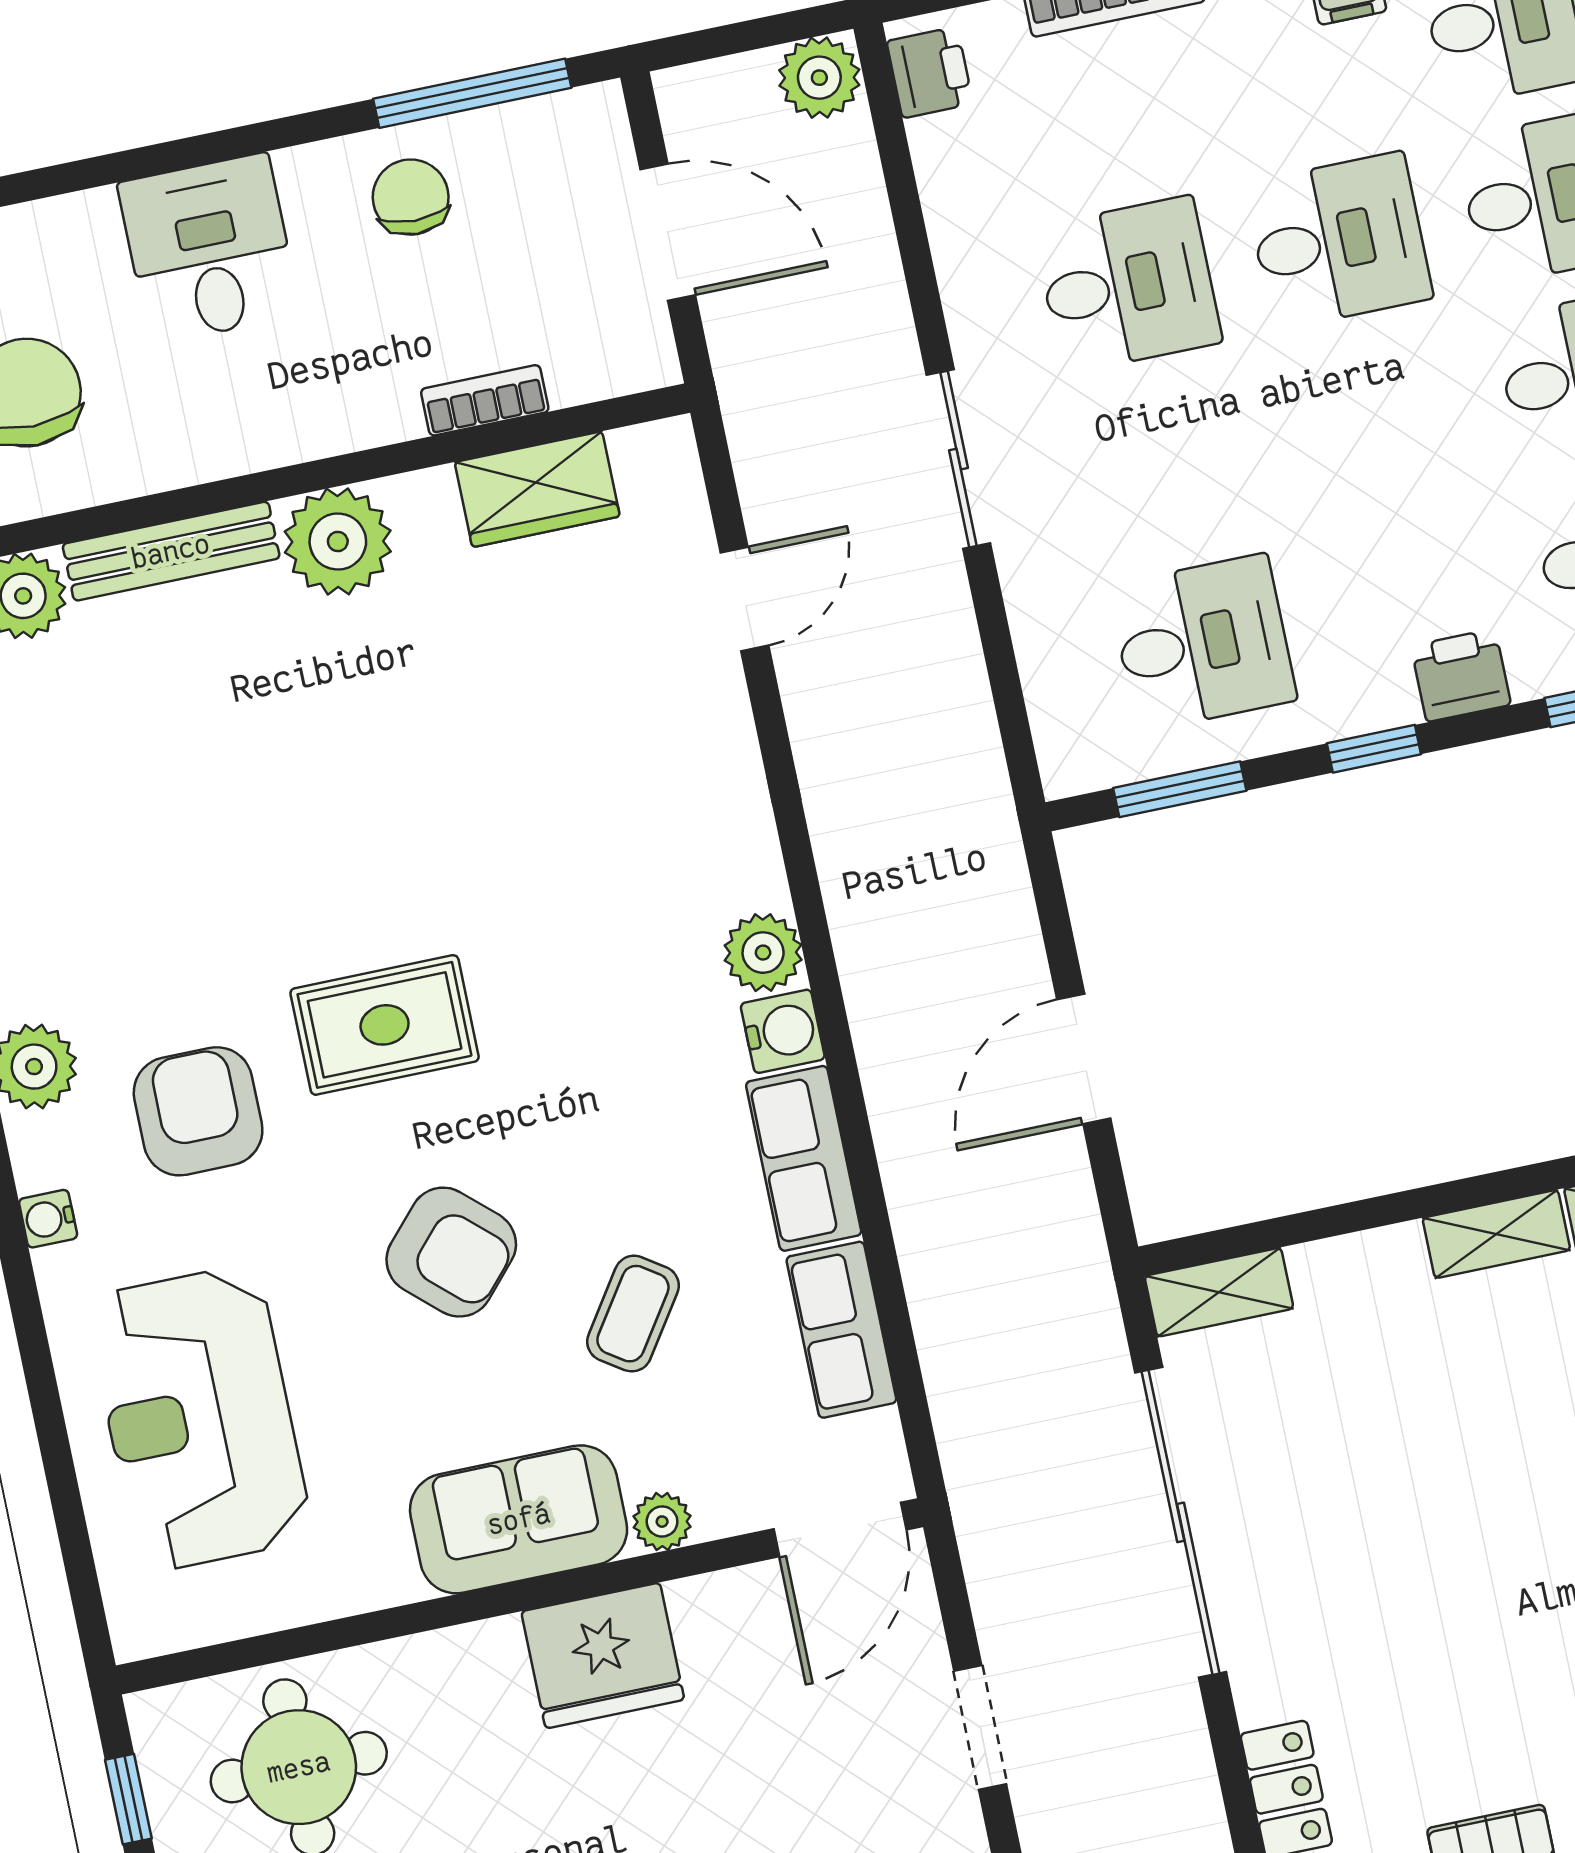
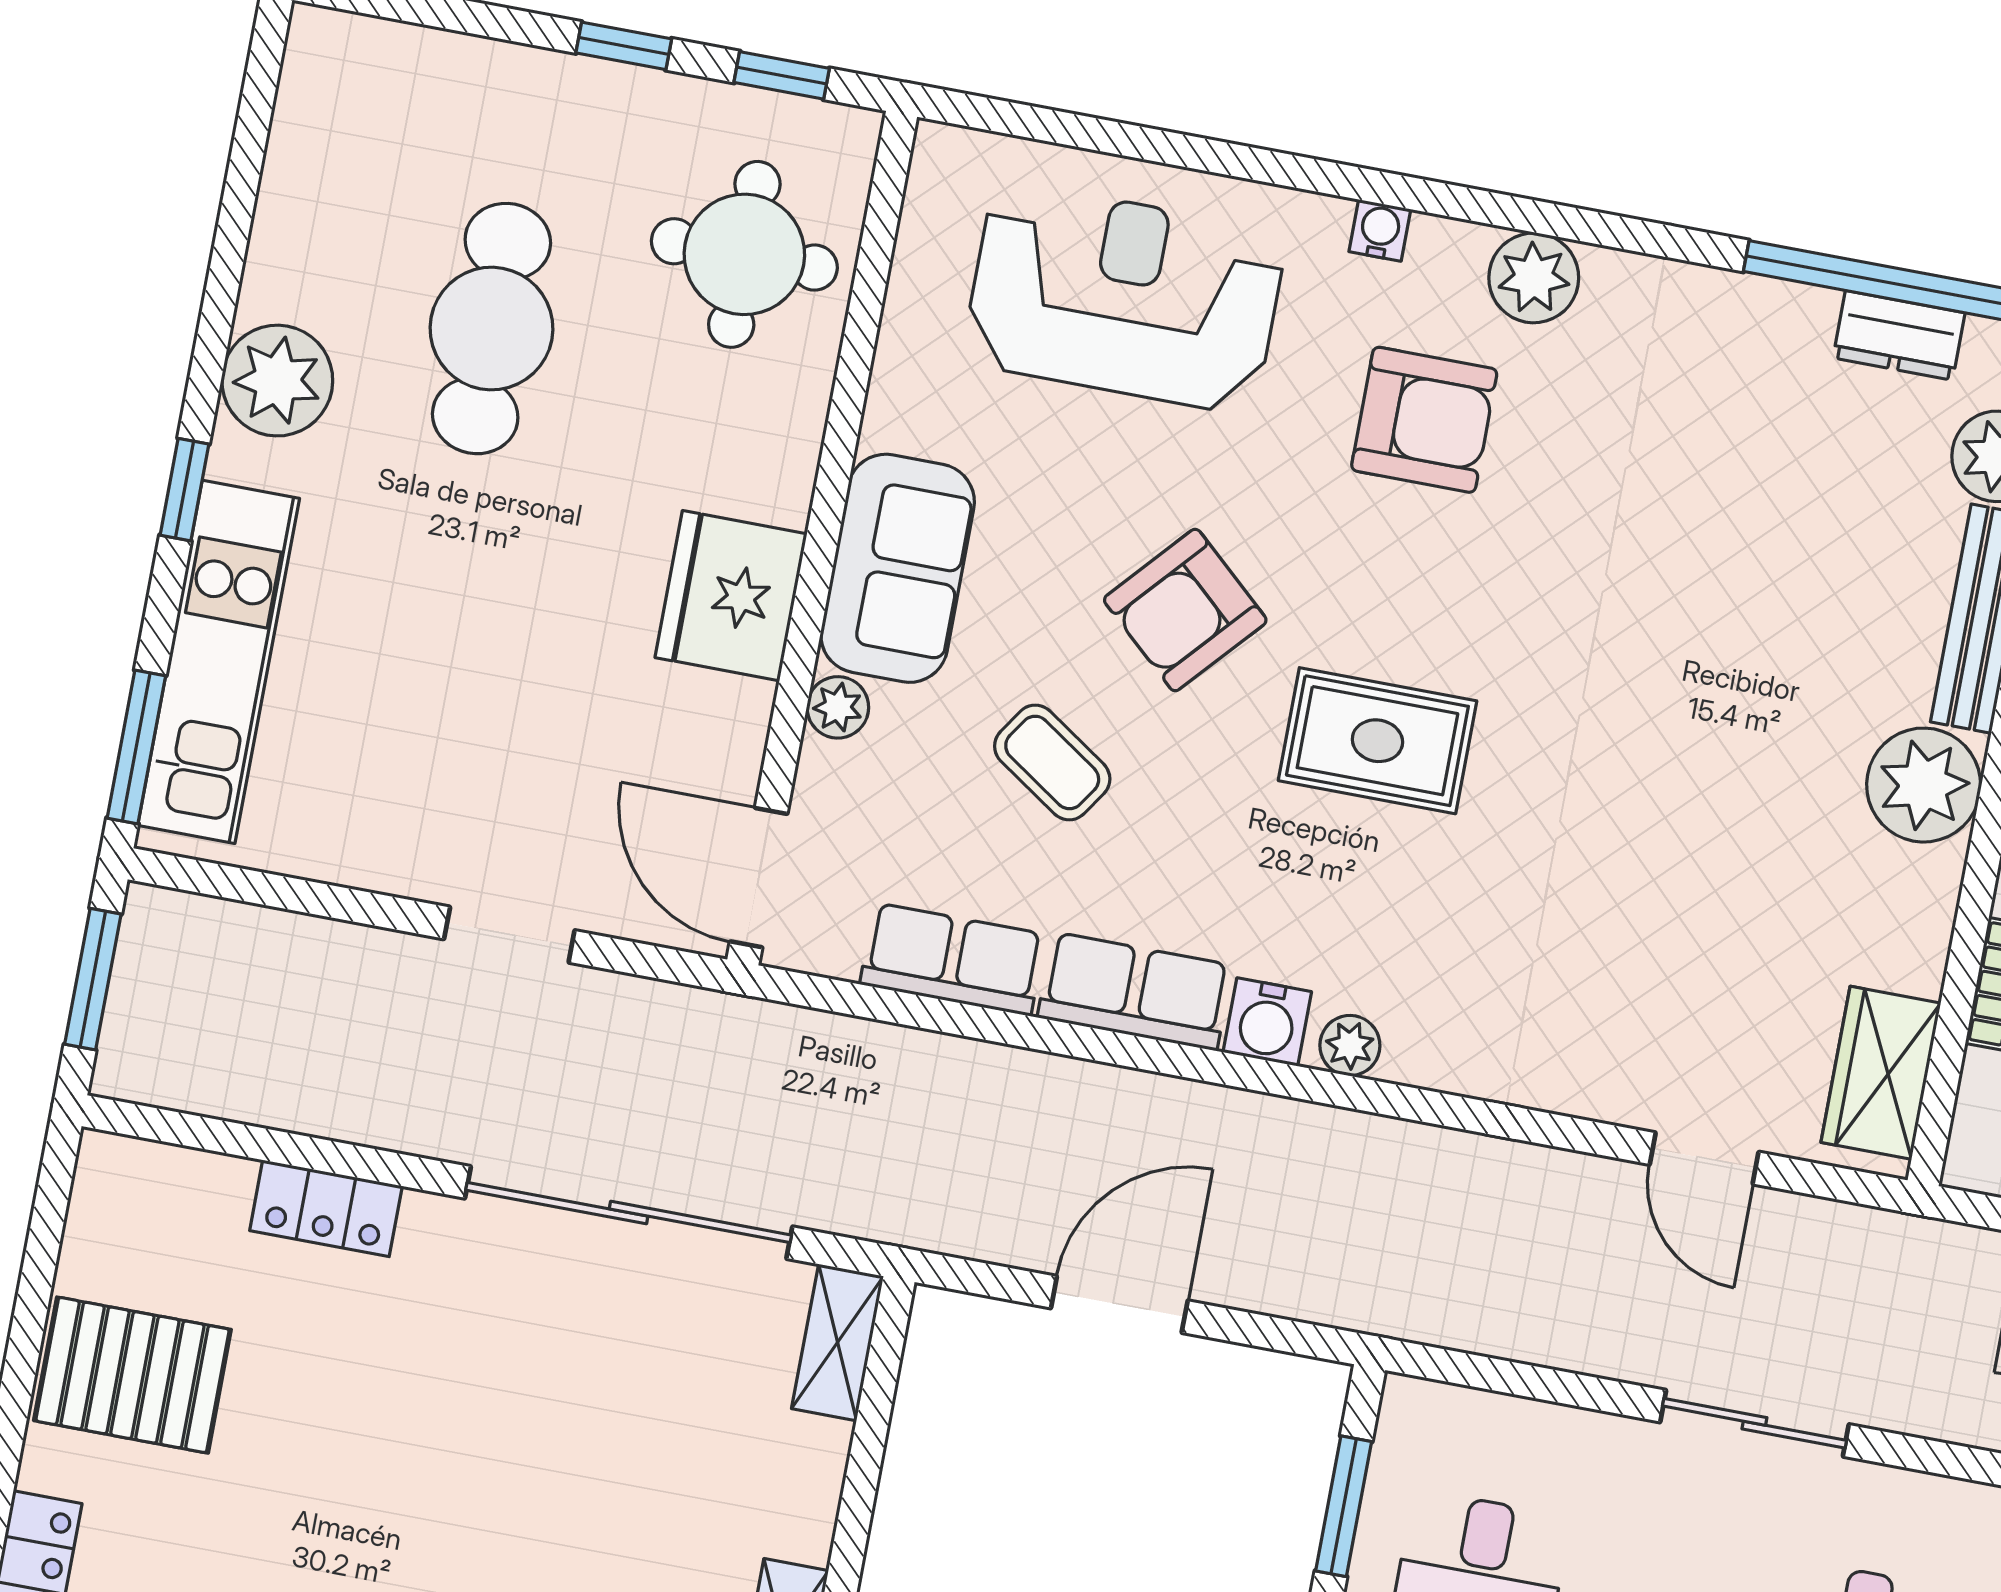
wardrobe: (537, 489) -> (1881, 1073), moved
plant: (763, 953) -> (1350, 1045), width x0.73, depth x0.73
rug: (385, 1025) -> (1377, 741), moved, turned 90
door: (1084, 1059) -> (1119, 1304), hinge flipped

